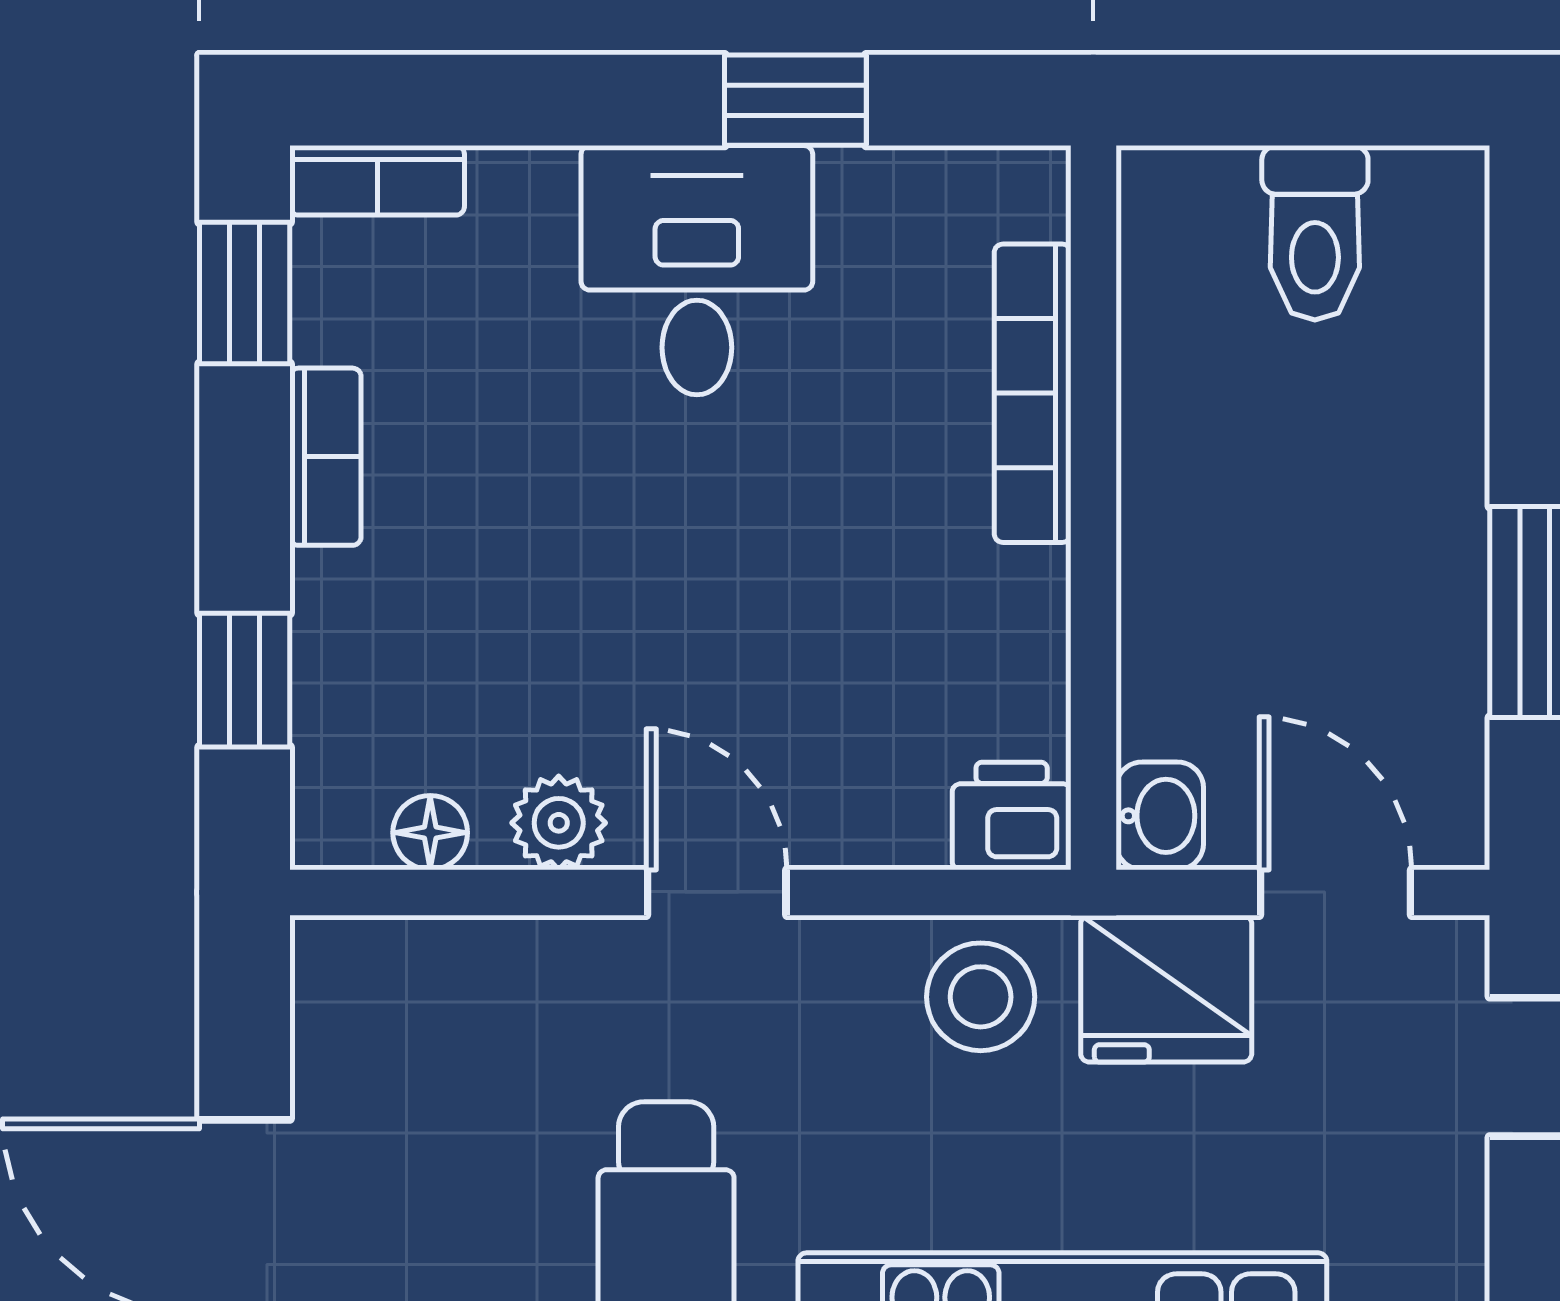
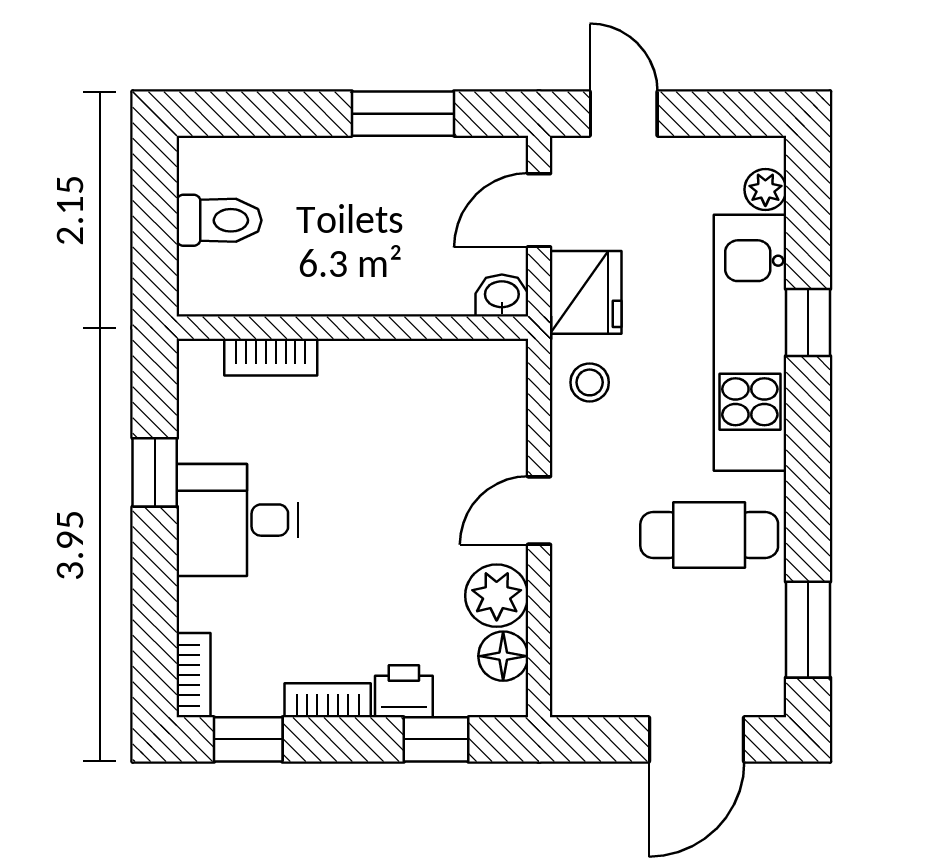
bookcase: (1033, 393) -> (271, 357), width x0.64
printer: (1012, 816) -> (404, 691), moved, turned 90
plant: (559, 823) -> (497, 596), width x1.38, depth x1.38
floor lamp: (430, 833) -> (503, 656), width x1.37, depth x1.37
stool: (981, 997) -> (590, 382), width x0.73, depth x0.73

